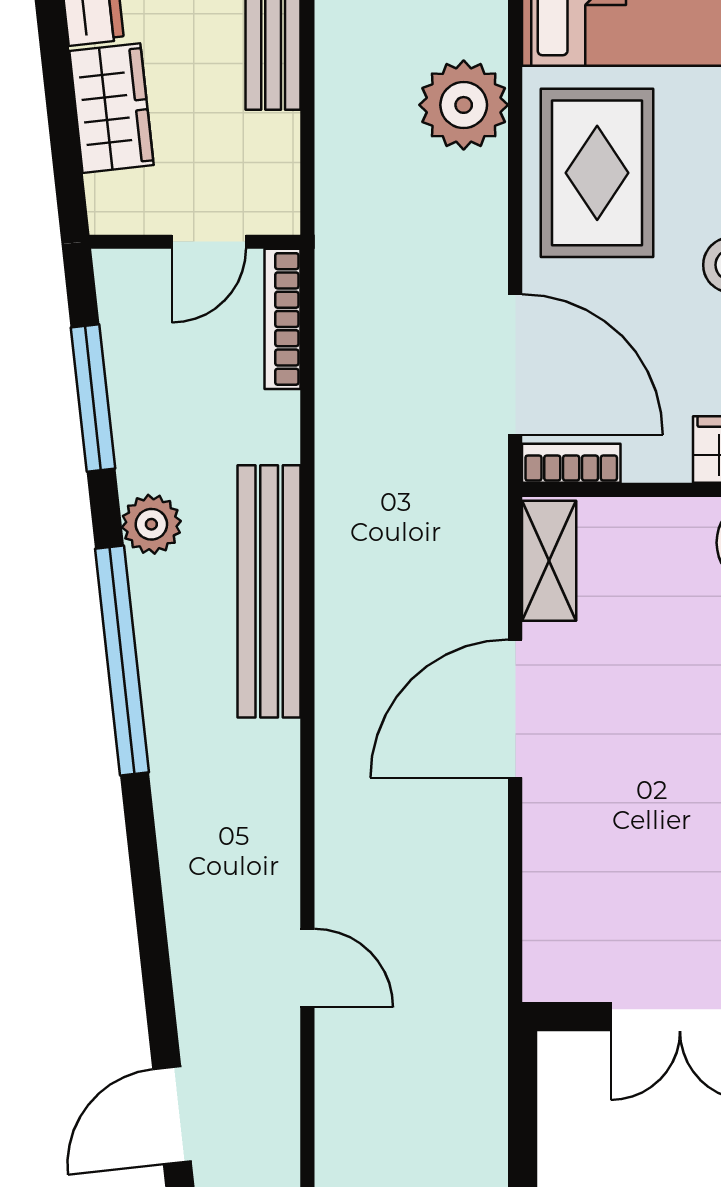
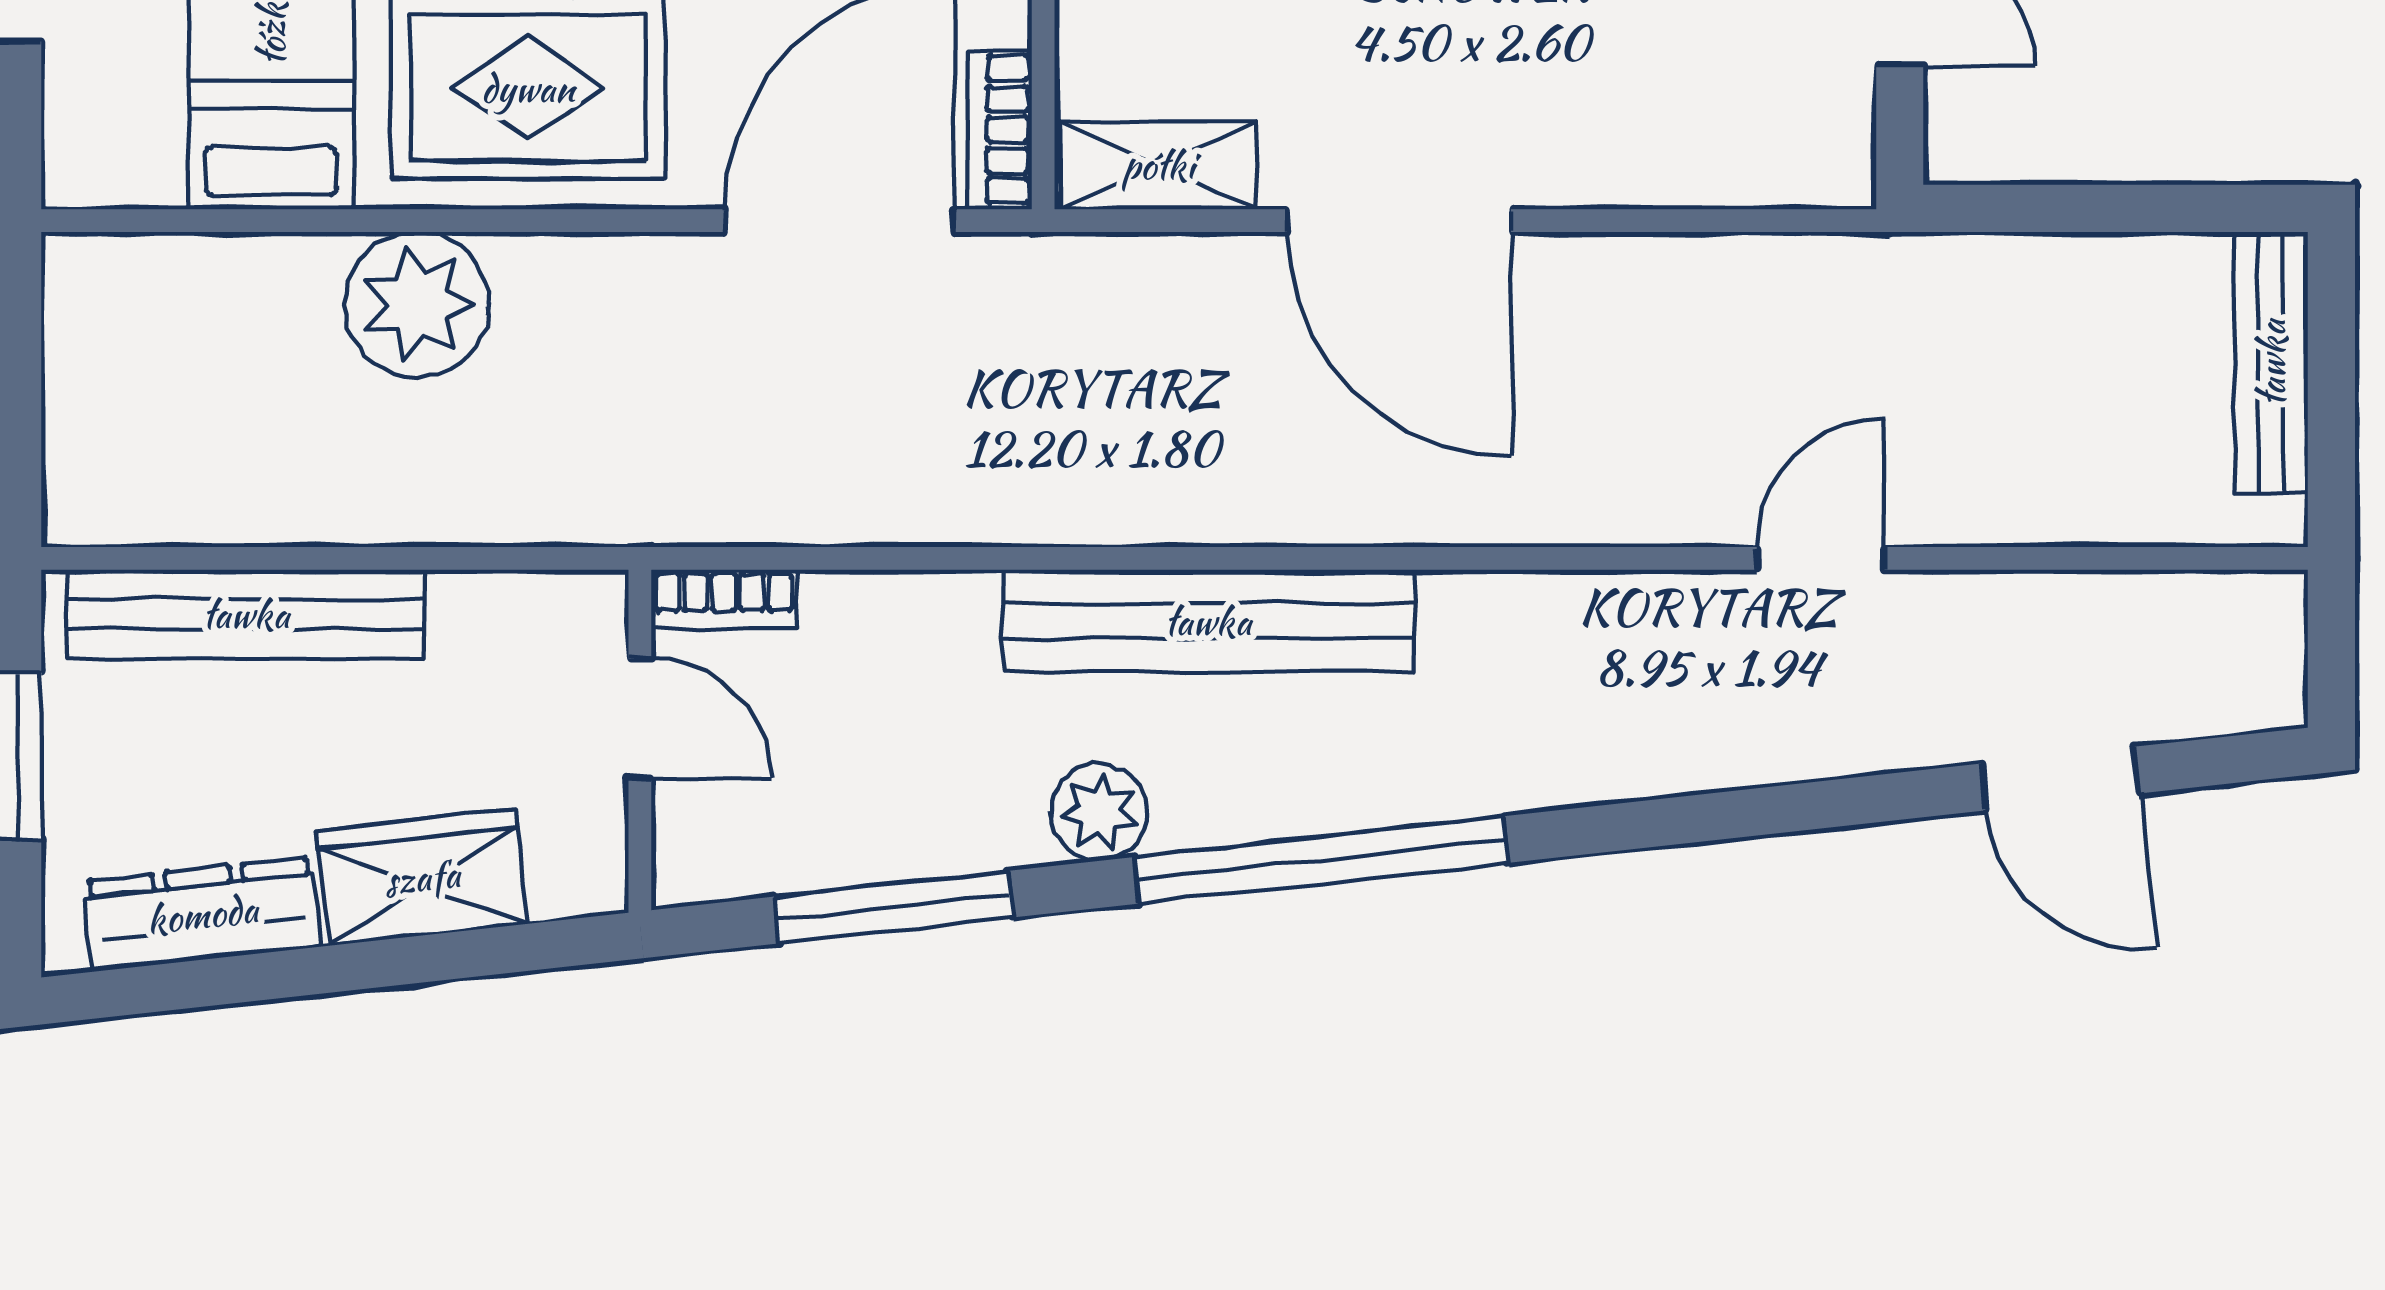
bookcase: (283, 319) -> (724, 599), width x0.64

